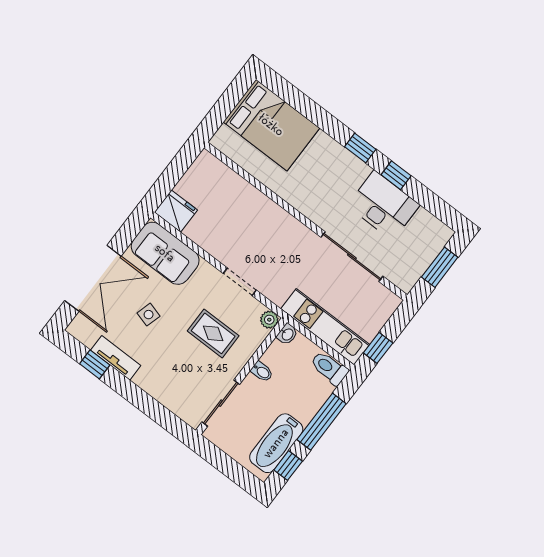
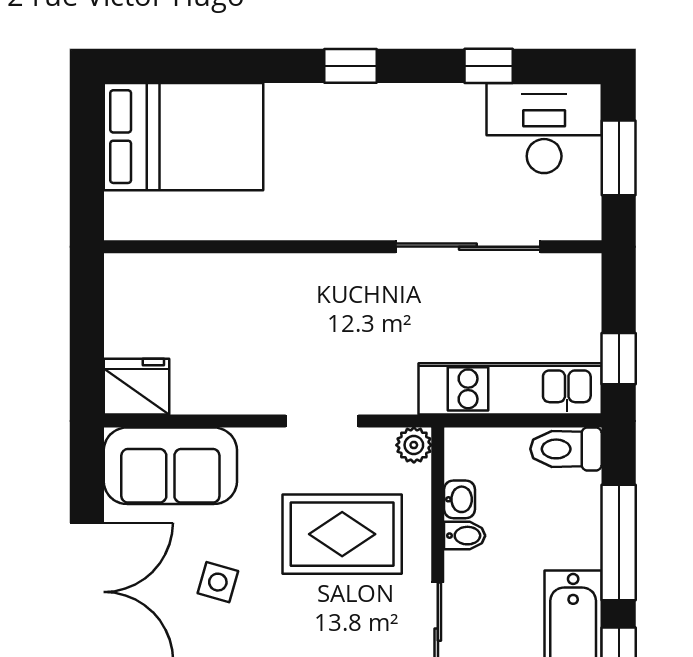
window: (396, 175) -> (489, 66), moved
desk: (383, 205) -> (544, 128), moved
rug: (213, 333) -> (342, 534), width x1.36, depth x1.43
washbasin: (287, 334) -> (459, 499), moved

